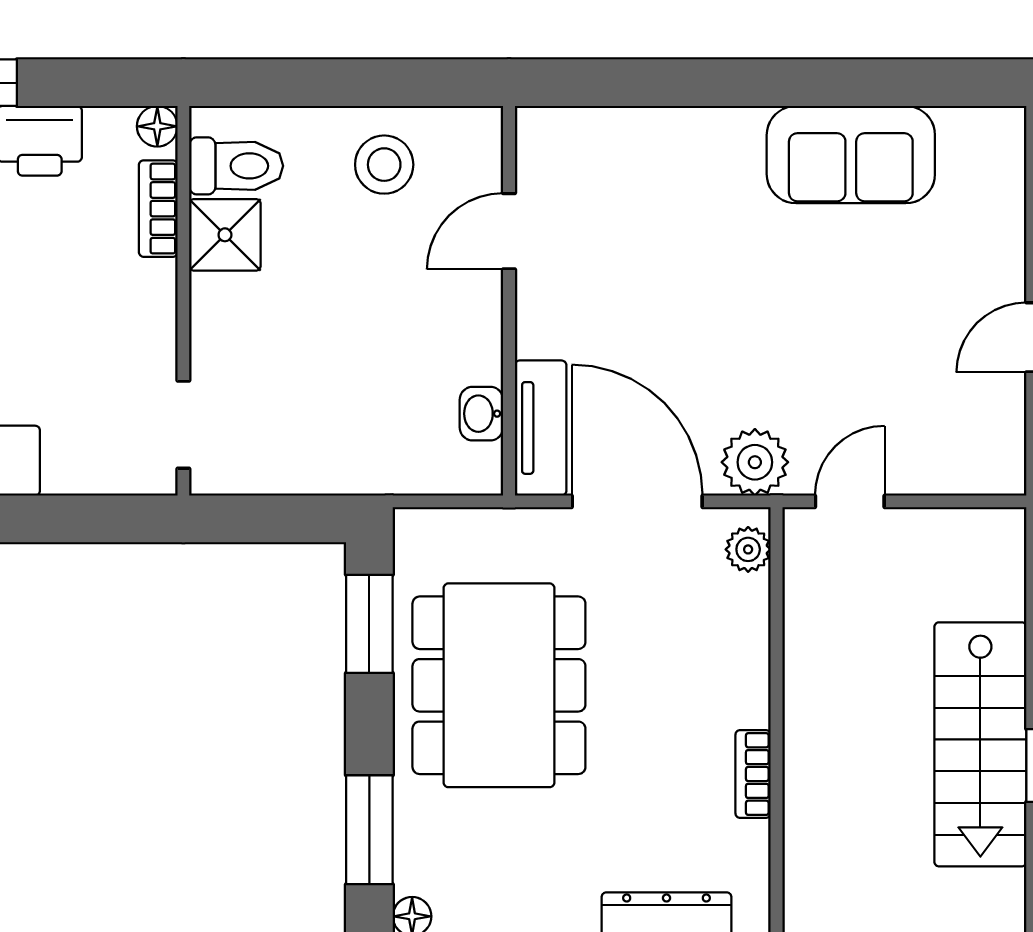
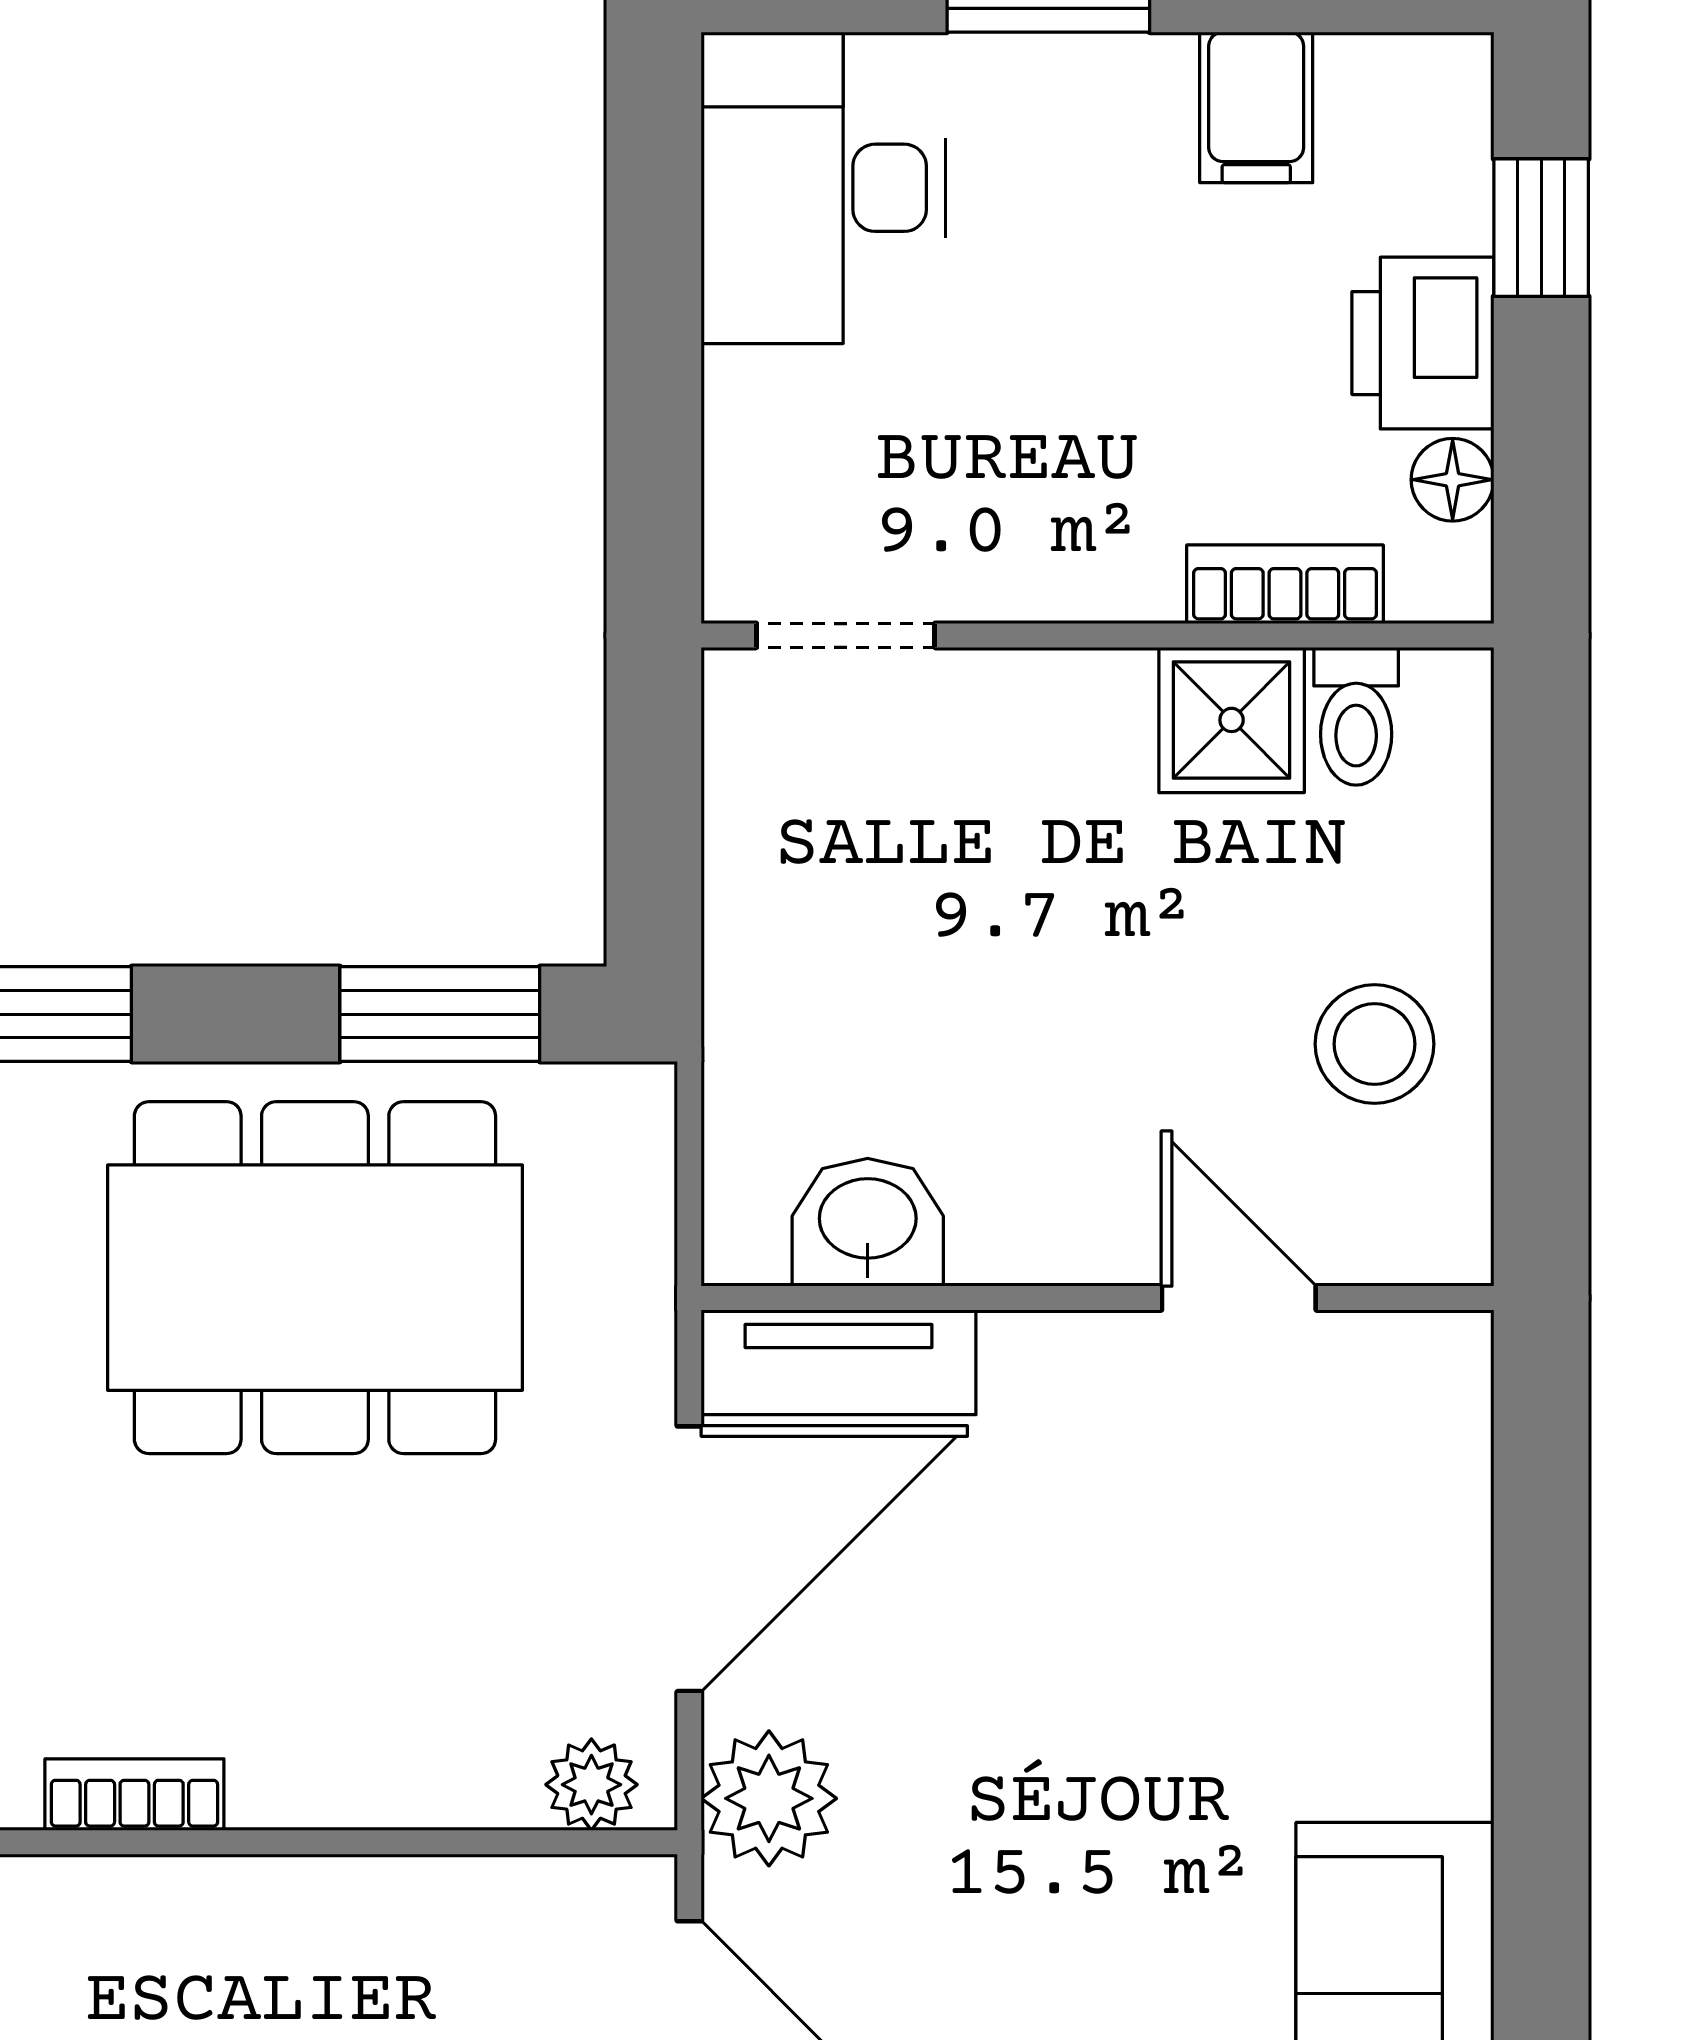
floor lamp: (157, 126) -> (1453, 480), moved
toilet: (236, 166) -> (1356, 716), width x0.73, depth x0.72
washbasin: (481, 414) -> (868, 1222), width x1.38, depth x1.45

